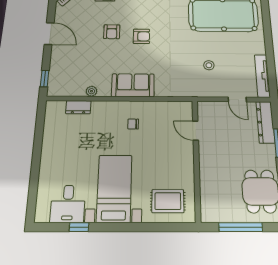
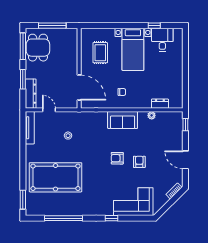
door: (196, 131) -> (79, 87), width x1.87
rug: (168, 201) -> (100, 53), moved, turned 90

